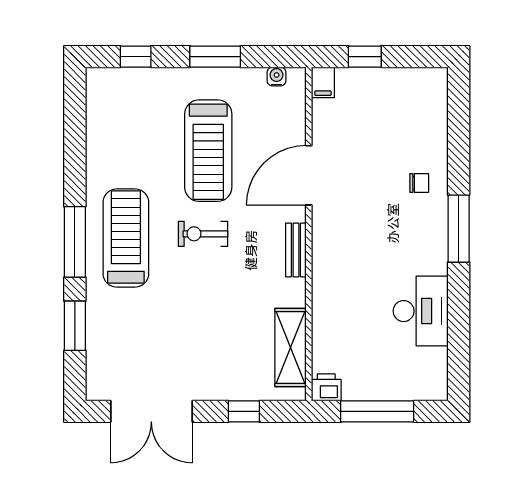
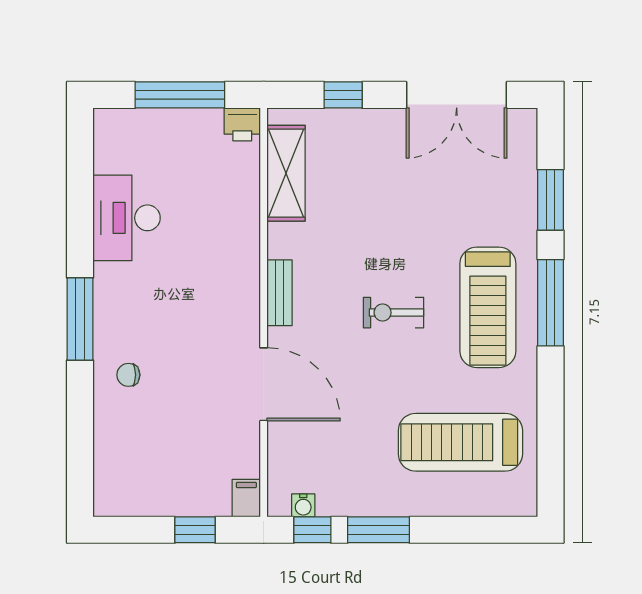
window: (136, 57) -> (312, 530), moved
treadmill: (208, 151) -> (460, 442), moved, turned -90
door: (309, 175) -> (264, 384), hinge flipped
exercise bike: (203, 234) -> (393, 313), turned 180
double door: (151, 411) -> (457, 95), swing flipped

